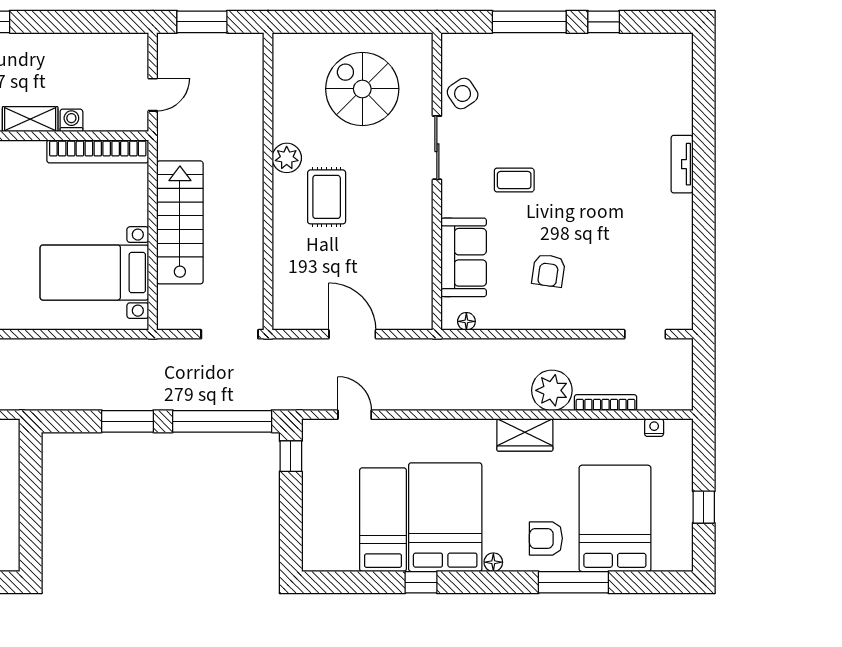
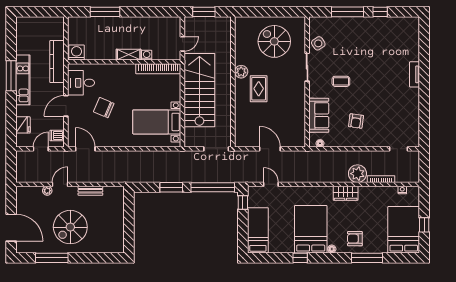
stairs: (180, 222) -> (199, 90), width x1.36, depth x1.51
bed: (615, 518) -> (404, 230), moved
bed: (383, 520) -> (258, 230), moved

